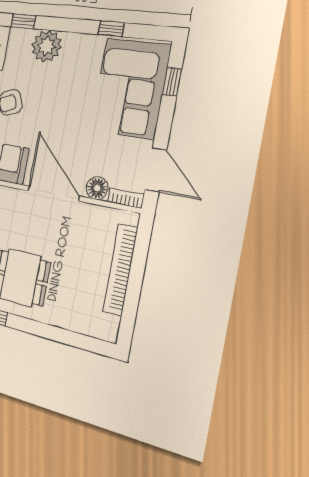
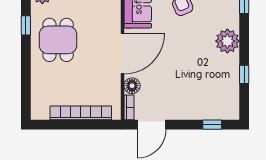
plant: (46, 46) -> (227, 41), moved
corner sofa: (130, 88) -> (204, 96), removed

